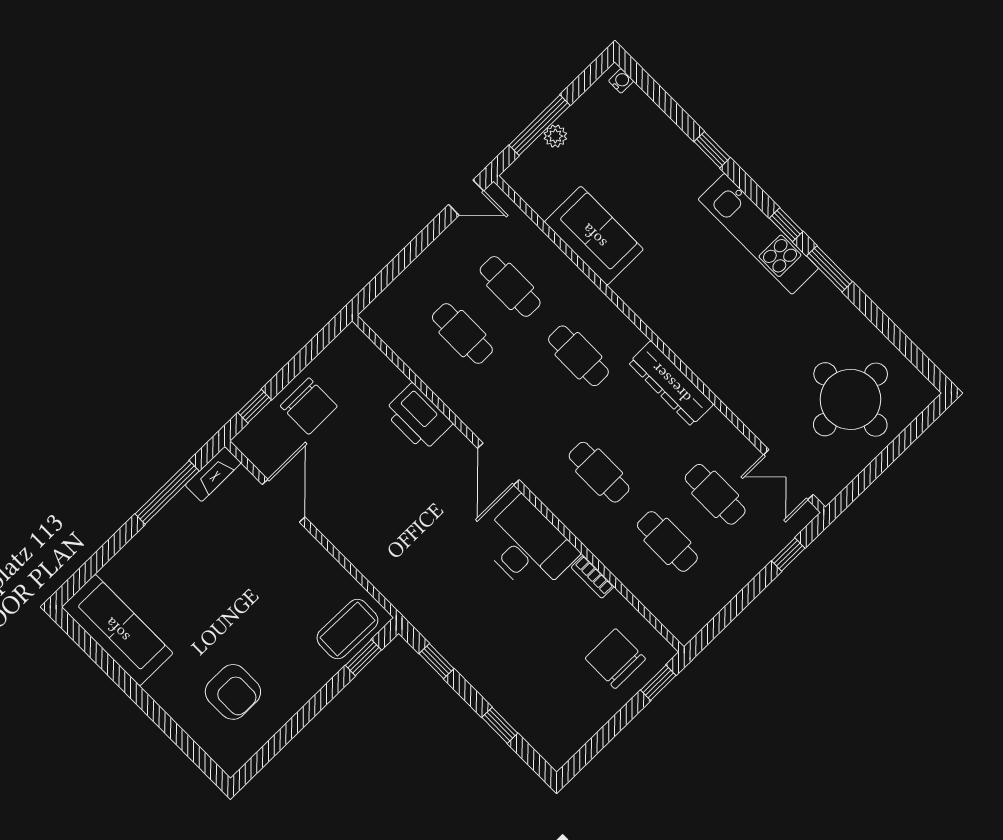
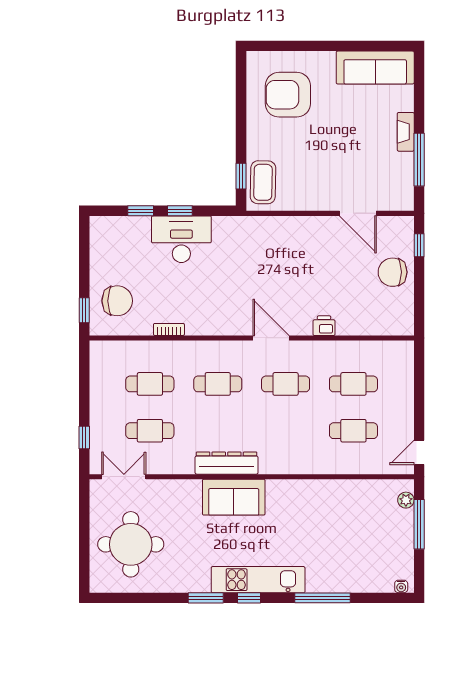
plant: (555, 136) -> (406, 500), moved
window: (712, 150) -> (322, 598), width x2.17
sofa: (594, 236) -> (234, 497), moved
cafe table: (578, 356) -> (286, 384), moved
printer: (418, 417) -> (324, 326), width x0.53, depth x0.68
fireplace: (213, 474) -> (406, 132), moved
desk: (528, 546) -> (181, 239), moved, turned 180
window: (436, 661) -> (180, 211), moved
armchair: (233, 692) -> (288, 95), width x1.36, depth x1.36

